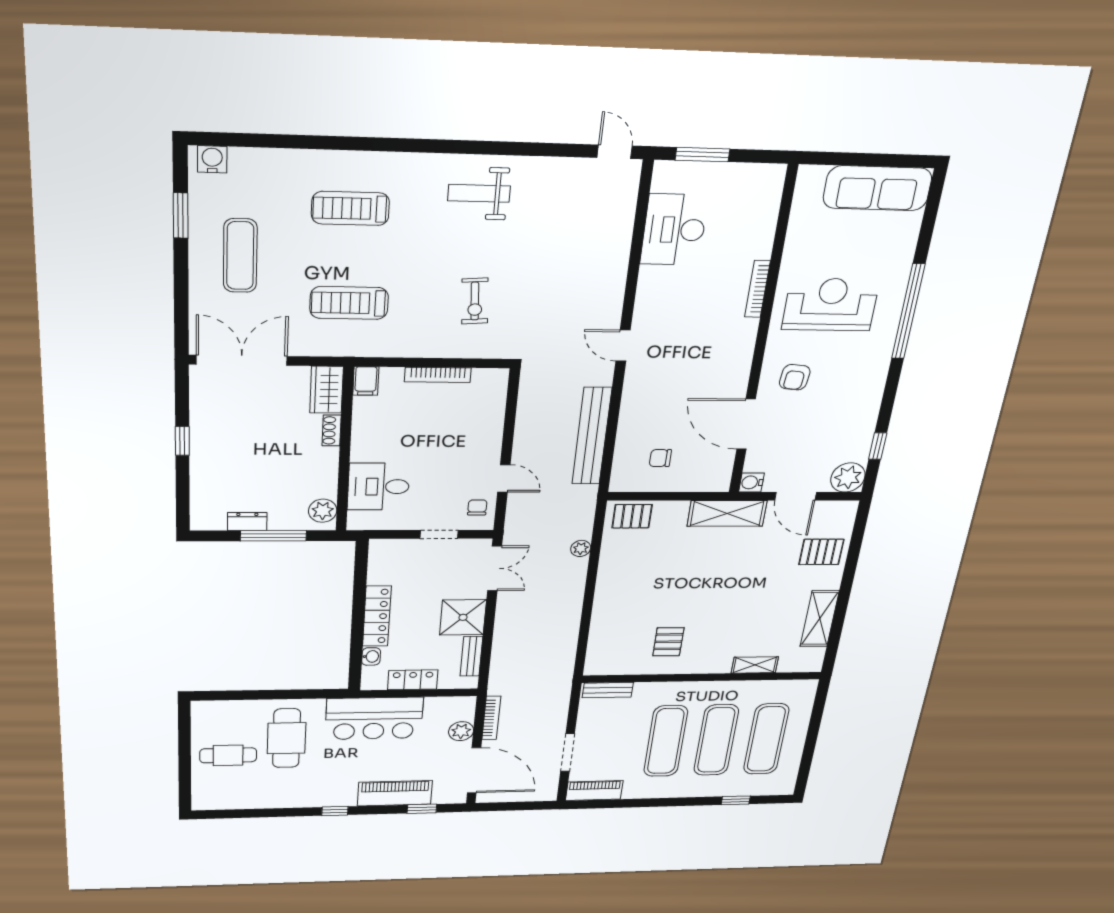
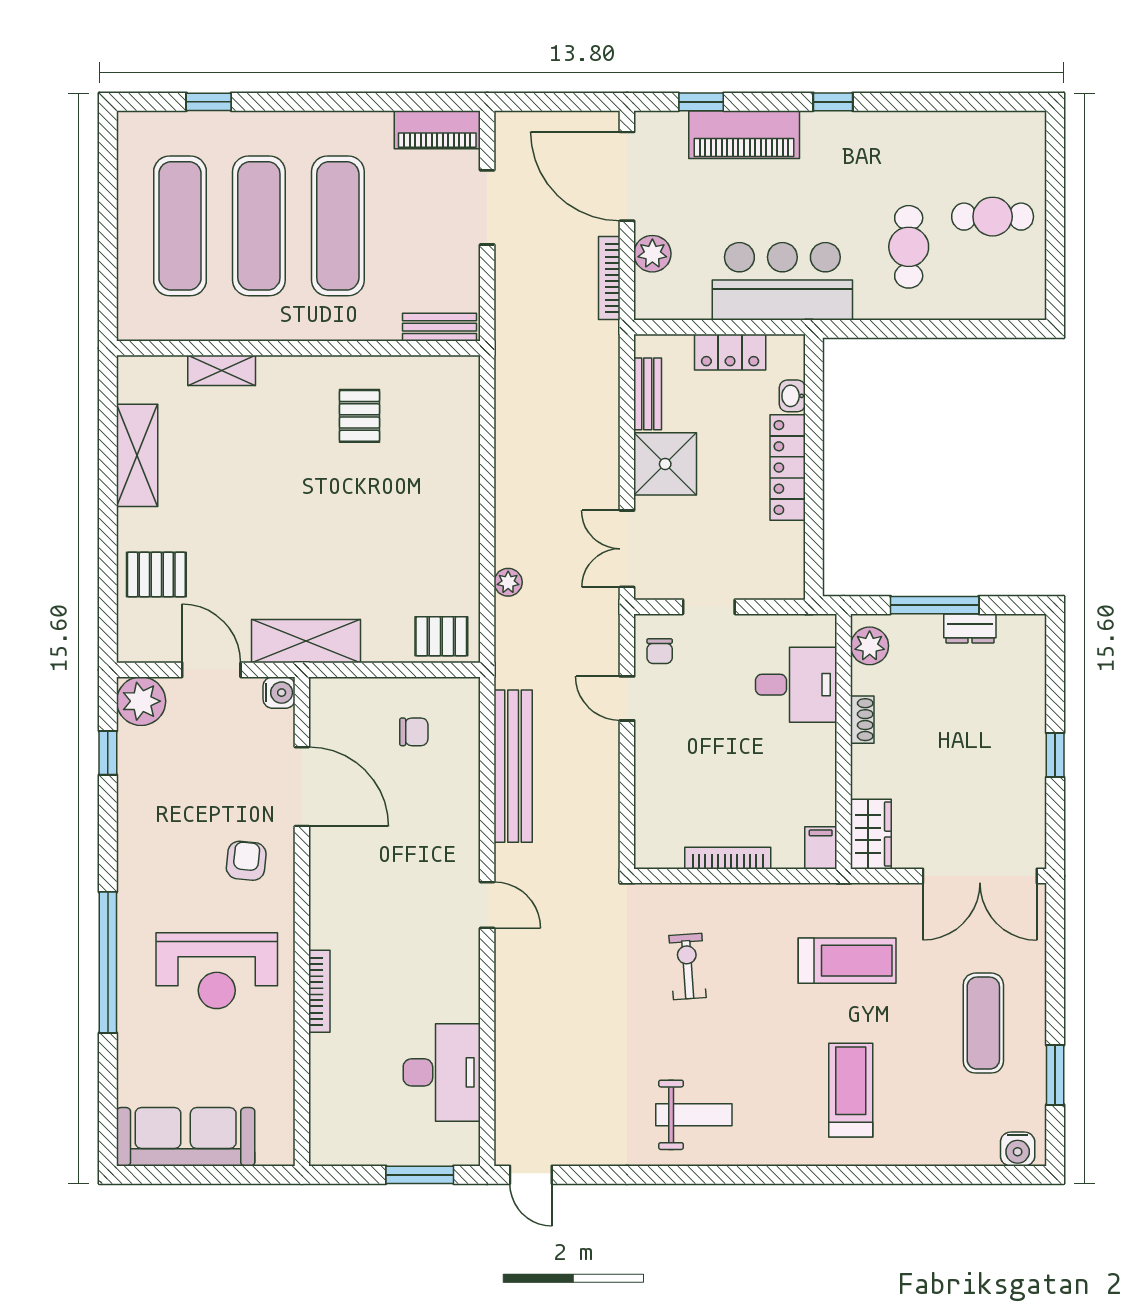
treadmill: (350, 208) -> (851, 1090), turned -90
shoe rack: (332, 430) -> (862, 720), moved
cafe table: (286, 738) -> (909, 247), width x0.73, depth x0.74

